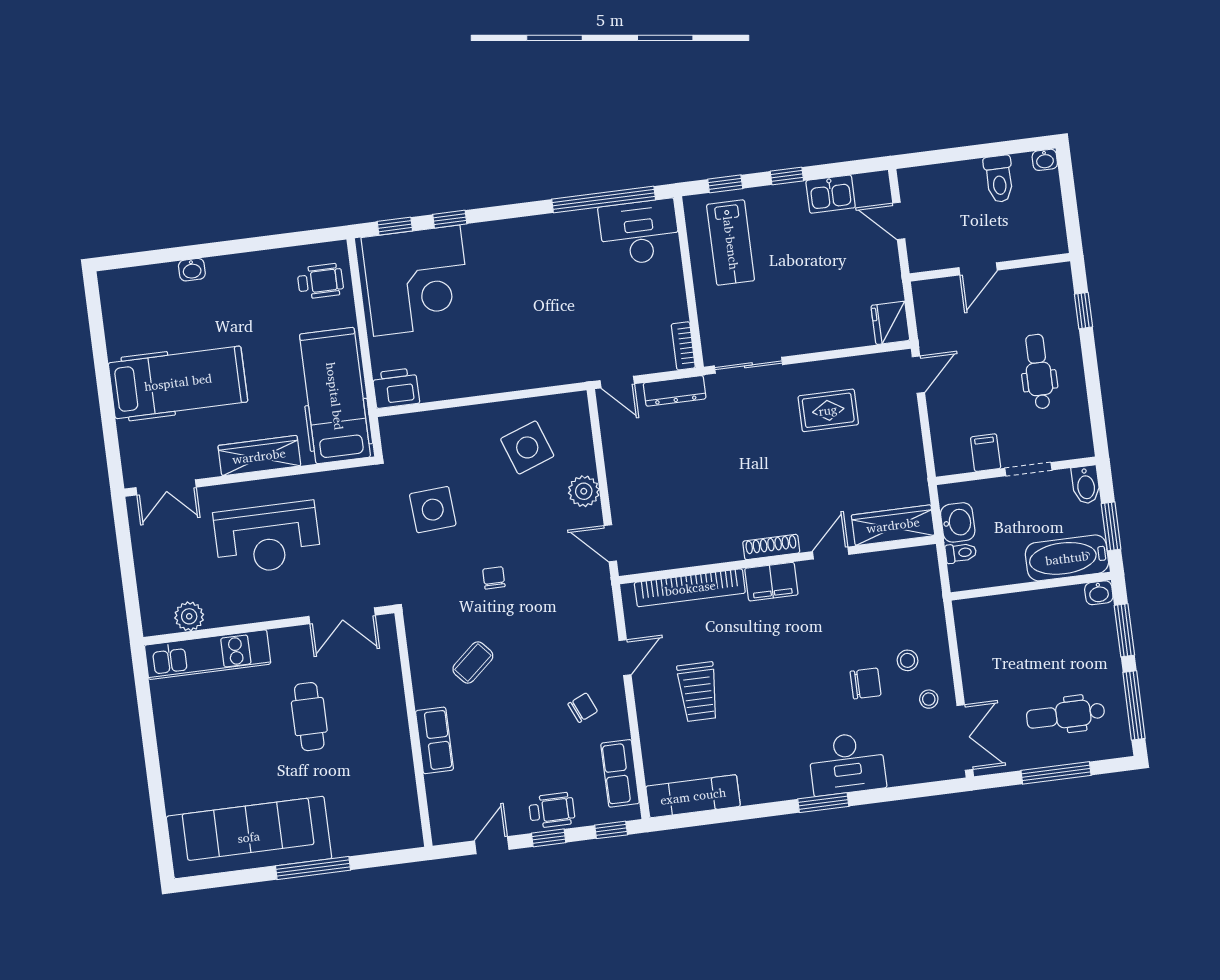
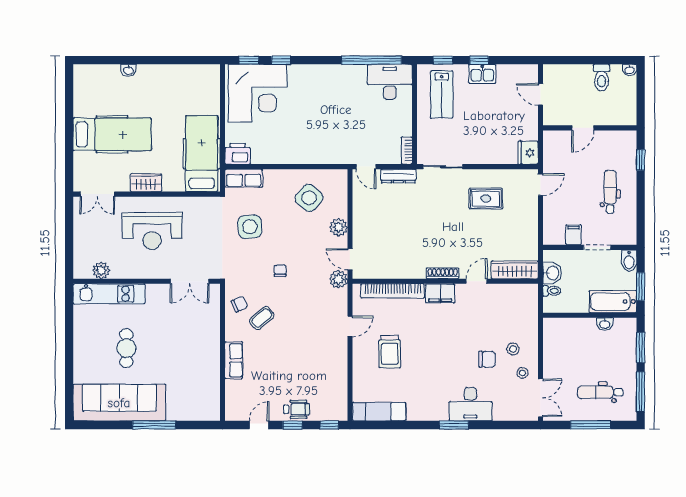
kitchen sink: (831, 194) -> (482, 74), moved
wheelchair: (320, 281) -> (202, 86), removed
side table: (527, 447) -> (309, 198), turned -30
wardrobe: (259, 456) -> (146, 183), width x0.67
plant: (595, 580) -> (338, 279), added
washbasin: (1099, 593) -> (605, 324), moved
chair: (583, 708) -> (239, 304), moved
cafe table: (309, 717) -> (126, 348), moved
row of seats: (620, 773) -> (244, 178), moved, turned -90

